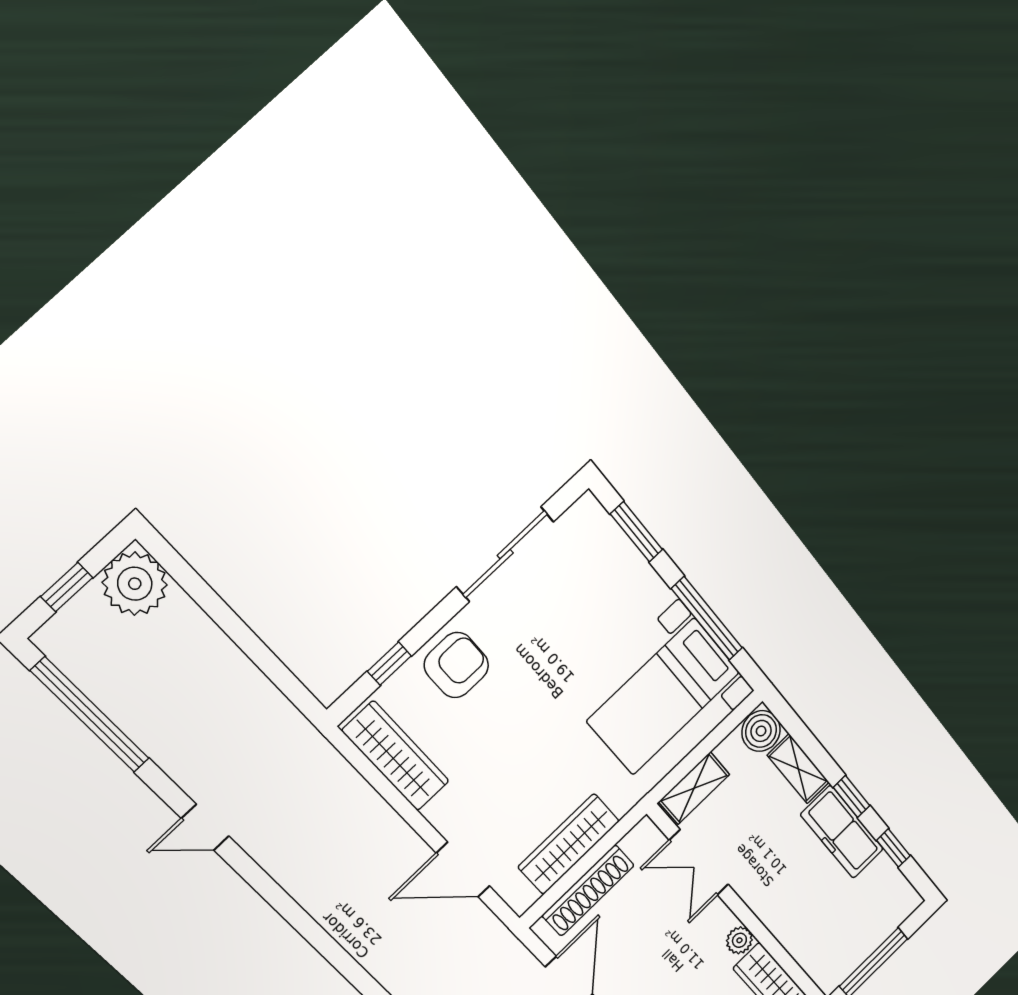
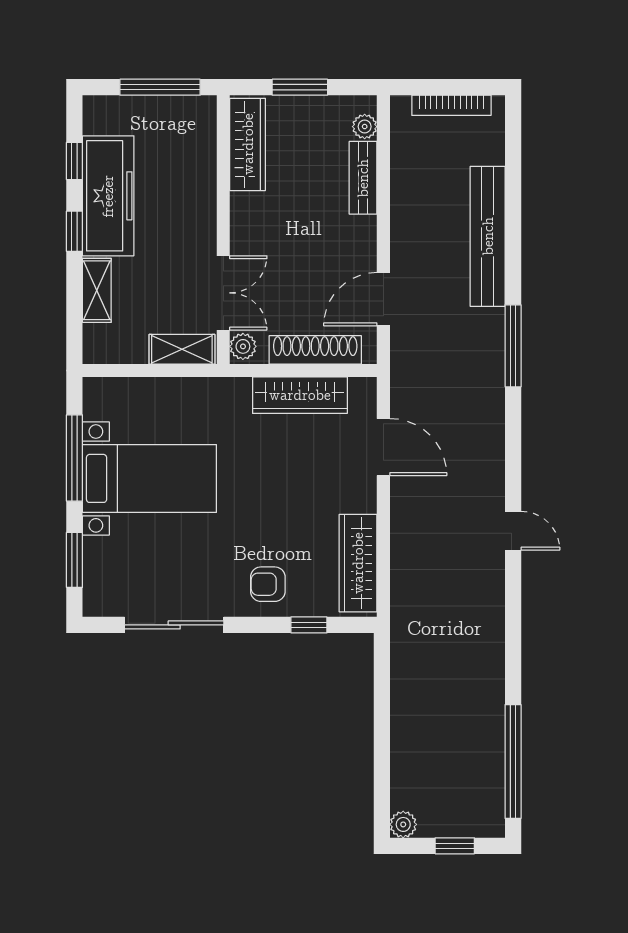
plant: (135, 584) -> (403, 824), width x0.53, depth x0.53
armchair: (456, 665) -> (268, 584), width x0.72, depth x0.72
bed with nightstands: (663, 697) -> (149, 478), moved
boiler: (761, 731) -> (101, 344), removed
door: (205, 827) -> (513, 531), moved
freezer: (842, 832) -> (108, 196), width x1.36, depth x1.26
plant: (739, 940) -> (243, 346), moved

